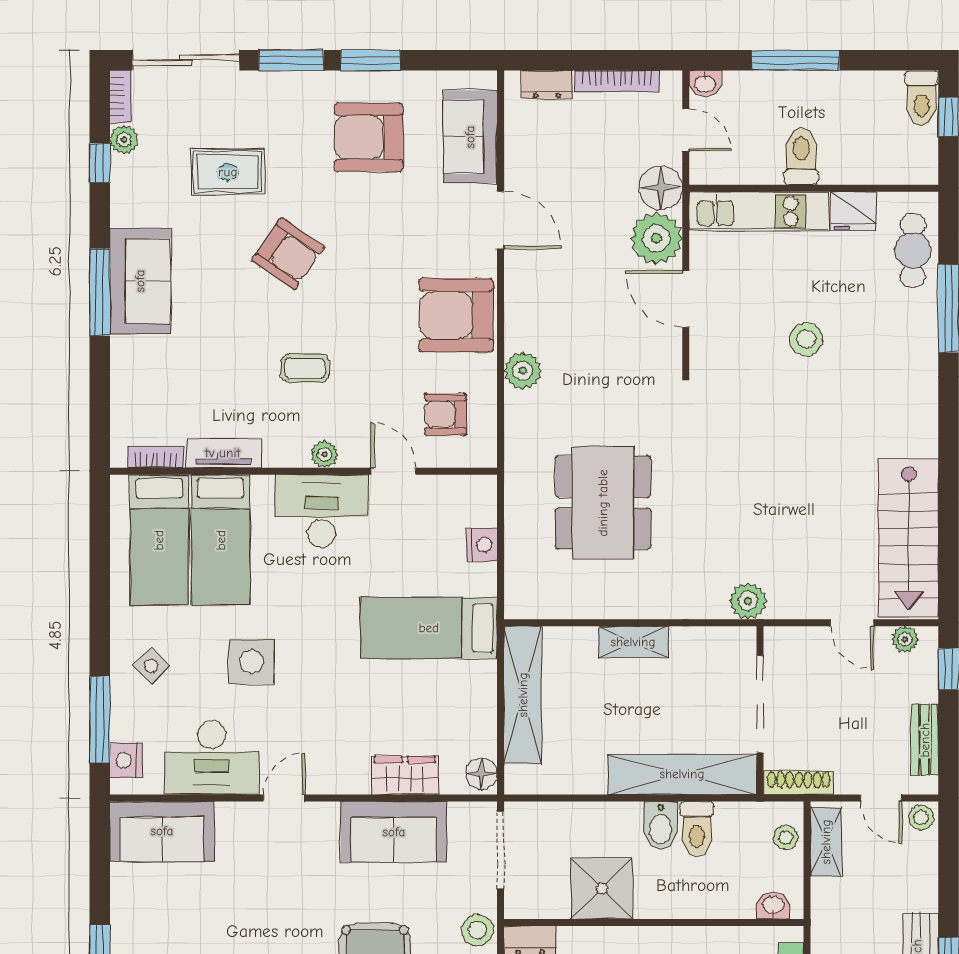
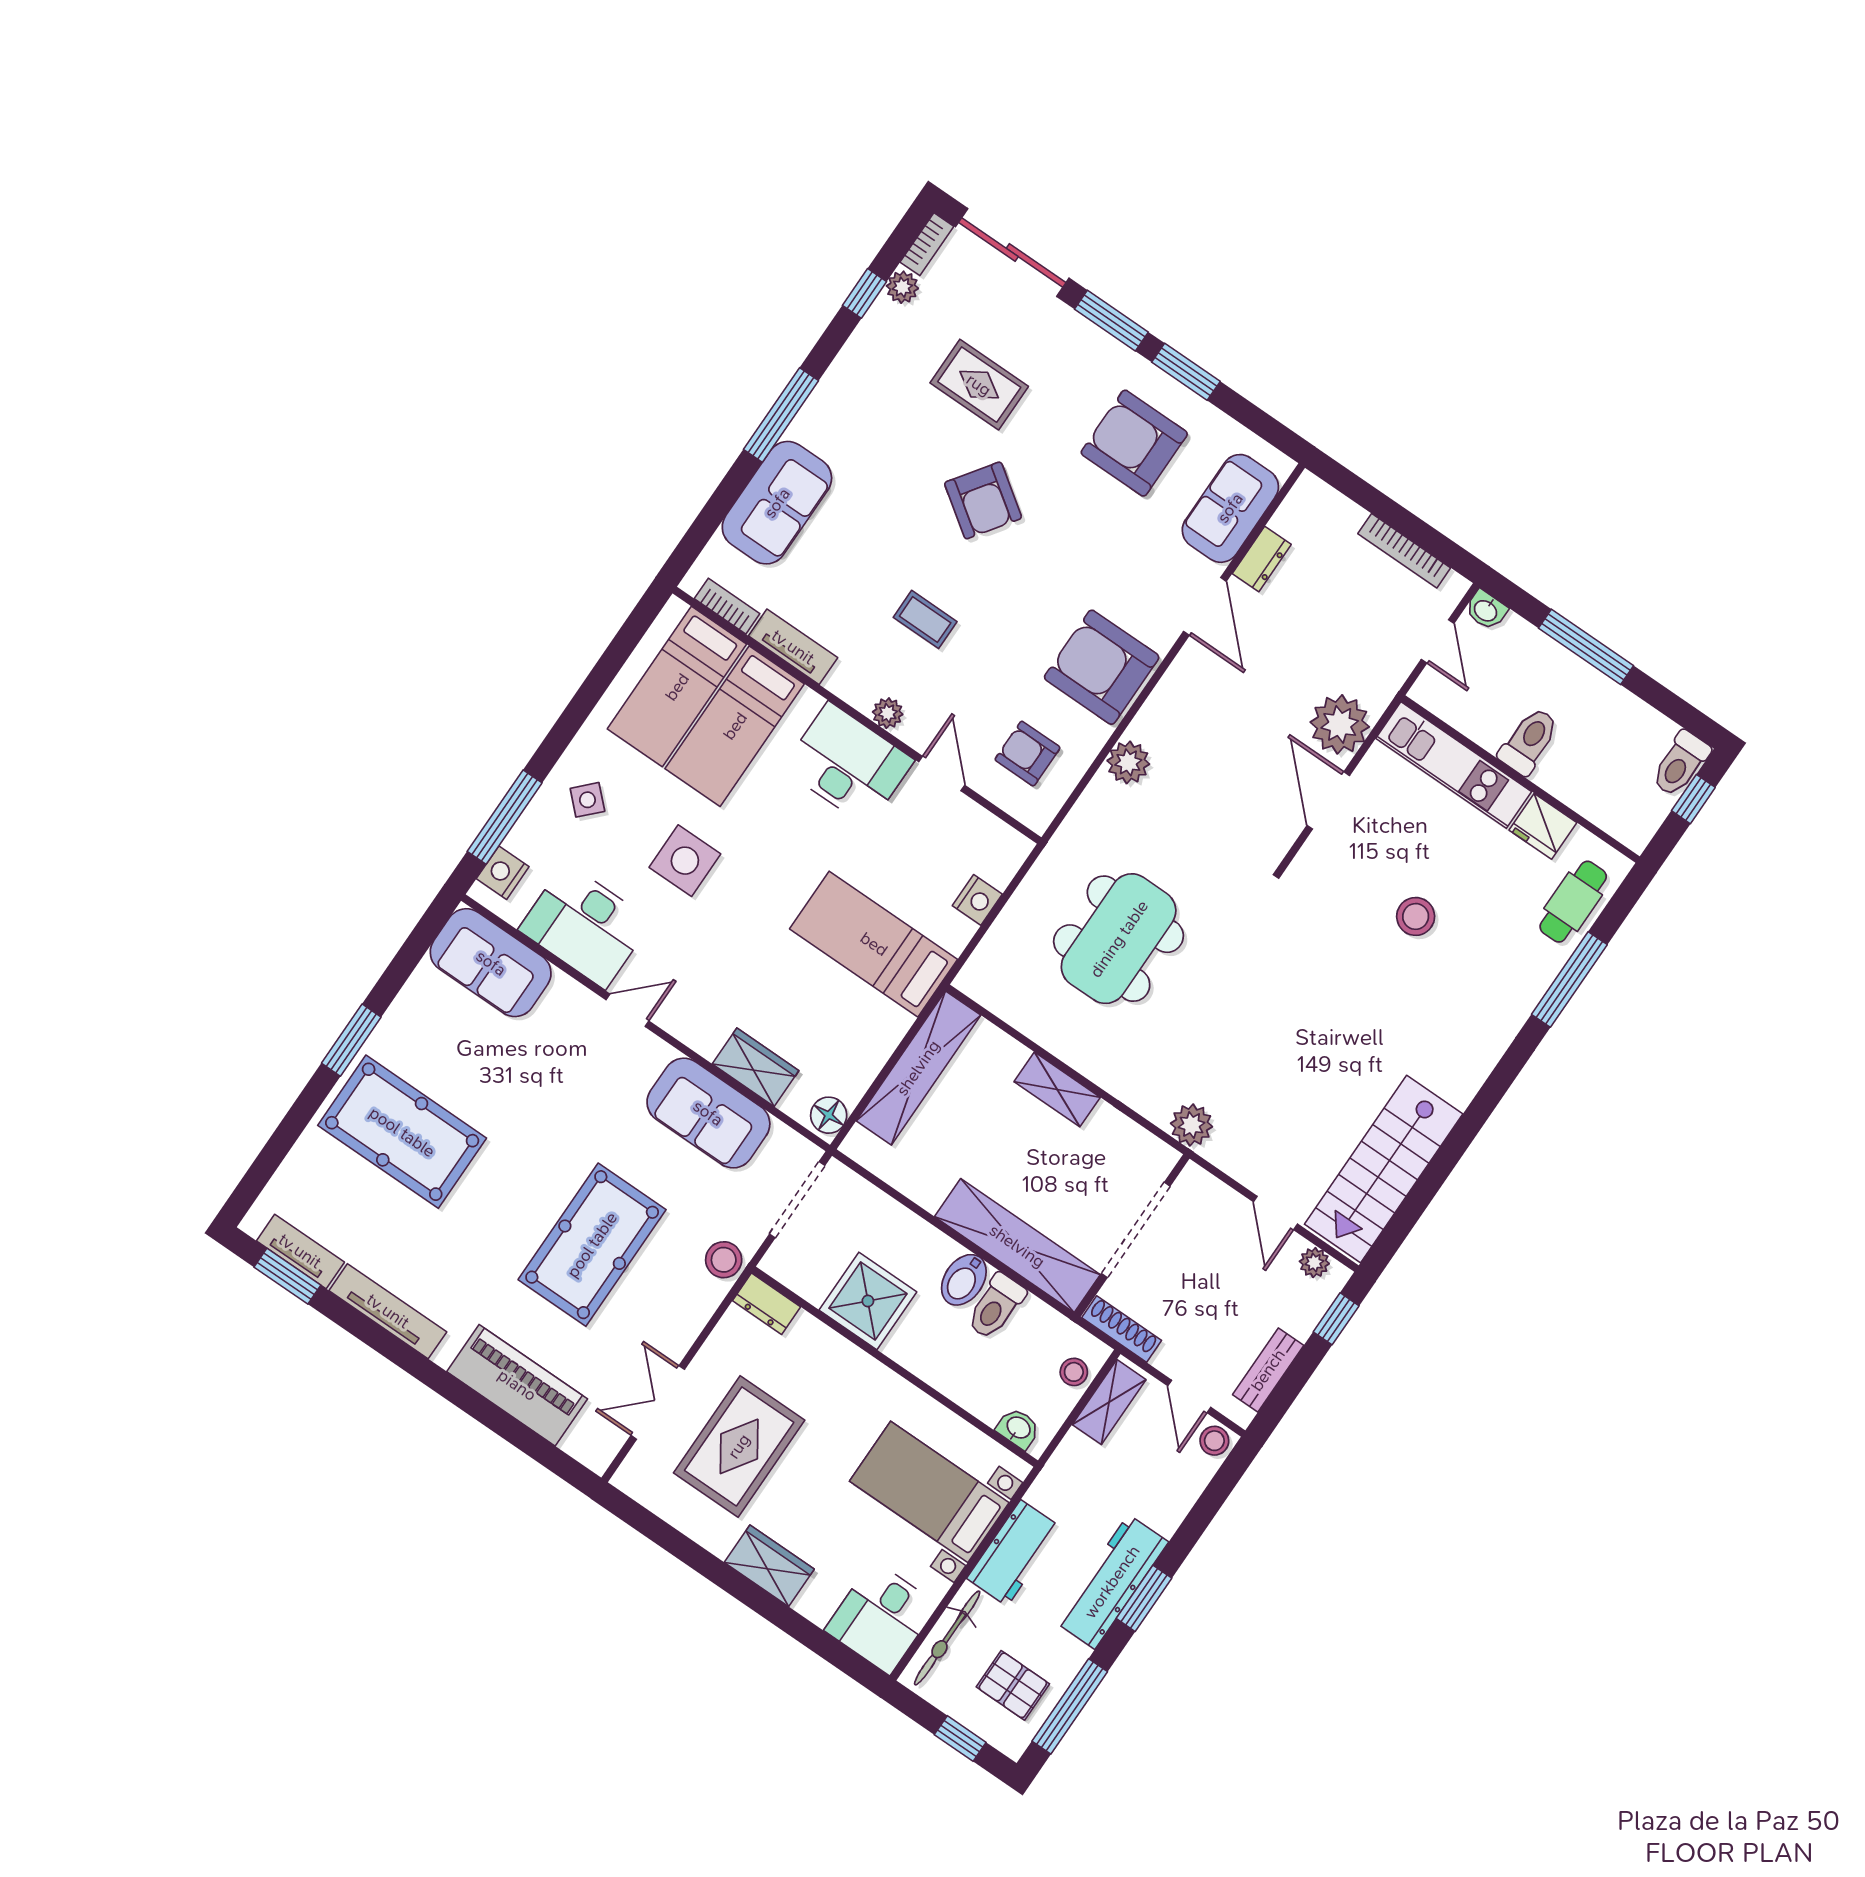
dresser: (547, 84) -> (1262, 559), moved, turned -90
floor lamp: (661, 188) -> (1376, 680), removed
sofa: (140, 281) -> (777, 503), moved

